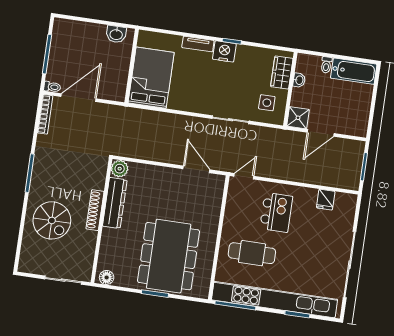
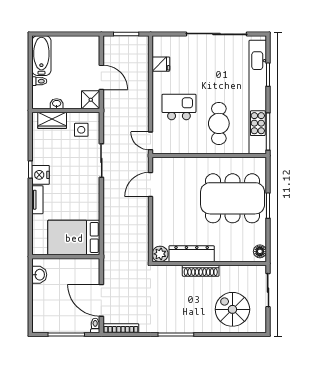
spiral stairs: (52, 220) -> (232, 309), moved, turned -90

